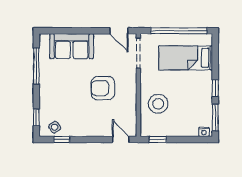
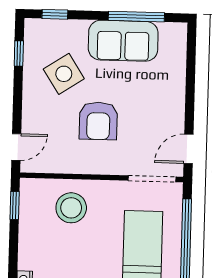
sofa: (72, 46) -> (123, 41), moved, turned -90
armchair: (103, 88) -> (98, 121), turned 180
side table: (55, 127) -> (64, 74), moved, width x1.87, depth x1.87

